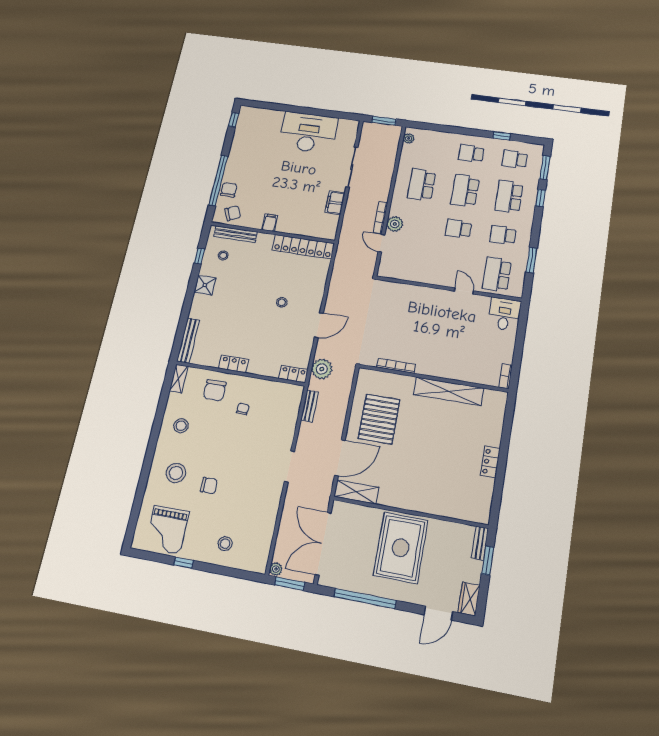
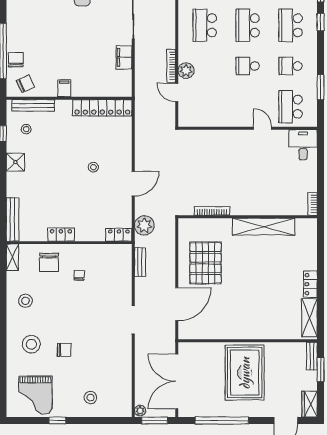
shelving: (356, 492) -> (309, 318), moved, turned 90

